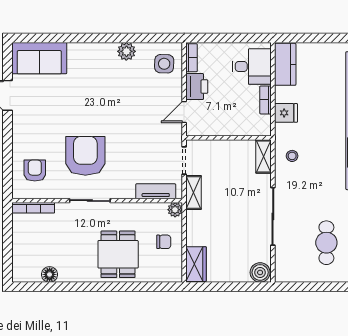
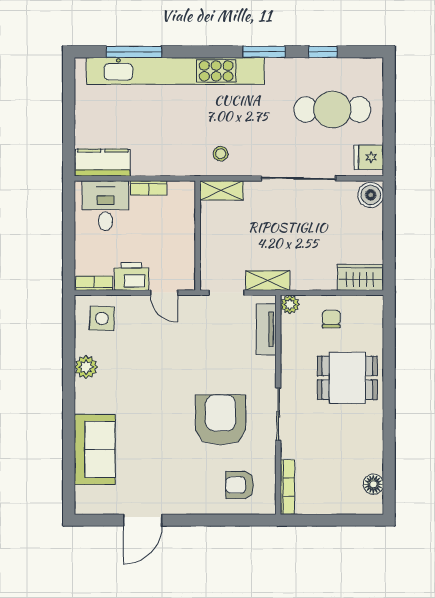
sofa: (39, 58) -> (95, 449), moved
fridge: (286, 113) -> (369, 157), moved, turned -90
armchair: (85, 156) -> (221, 420), turned 90
cafe table: (326, 243) -> (332, 110), width x1.37, depth x1.35
floor lamp: (50, 274) -> (373, 484), moved

